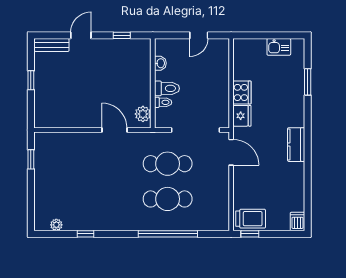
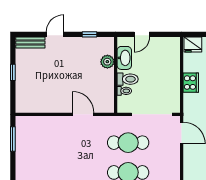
door: (199, 35) -> (142, 34), moved
washbasin: (160, 63) -> (124, 58), width x1.91, depth x1.45
plant: (143, 114) -> (107, 62), moved
fridge: (242, 116) -> (193, 45), moved, turned 90
window: (31, 159) -> (13, 139), width x1.50

